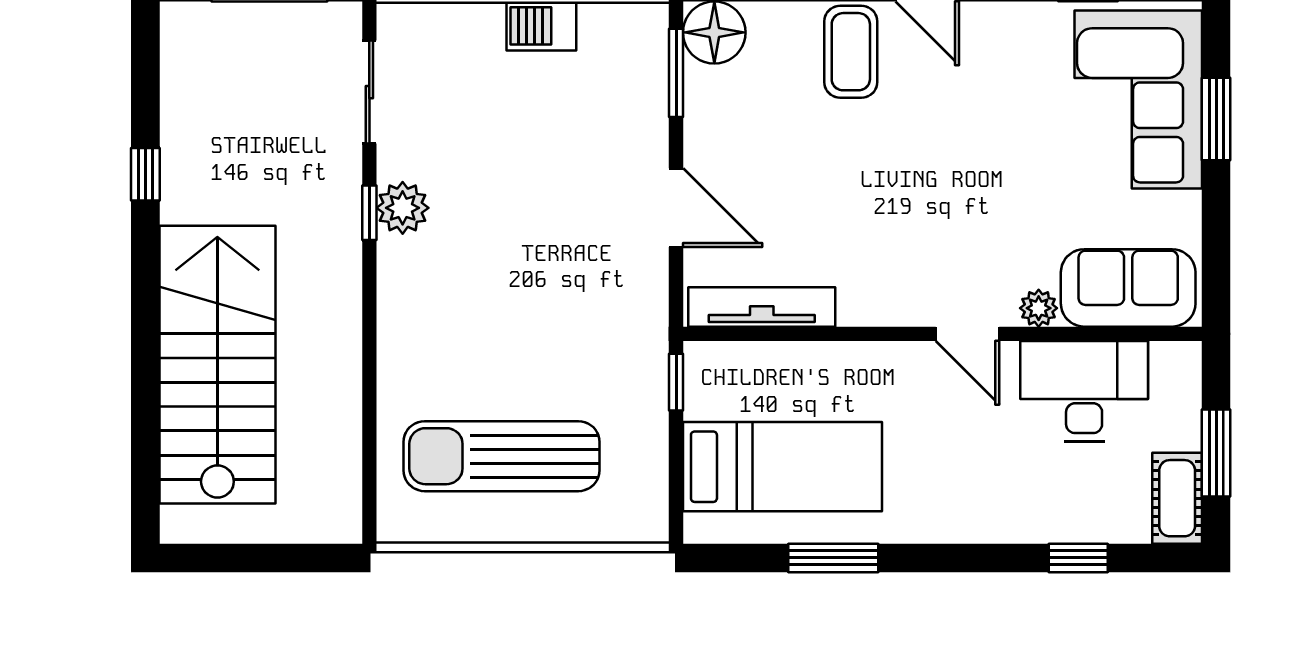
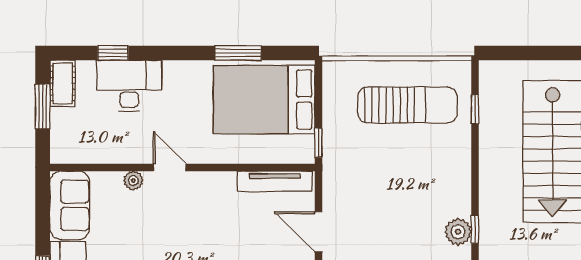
sofa: (1128, 288) -> (70, 205), moved, turned -90
desk: (1084, 391) -> (129, 86), moved, turned 180
window: (369, 448) -> (475, 109), added
bed: (783, 467) -> (264, 100), width x1.50

